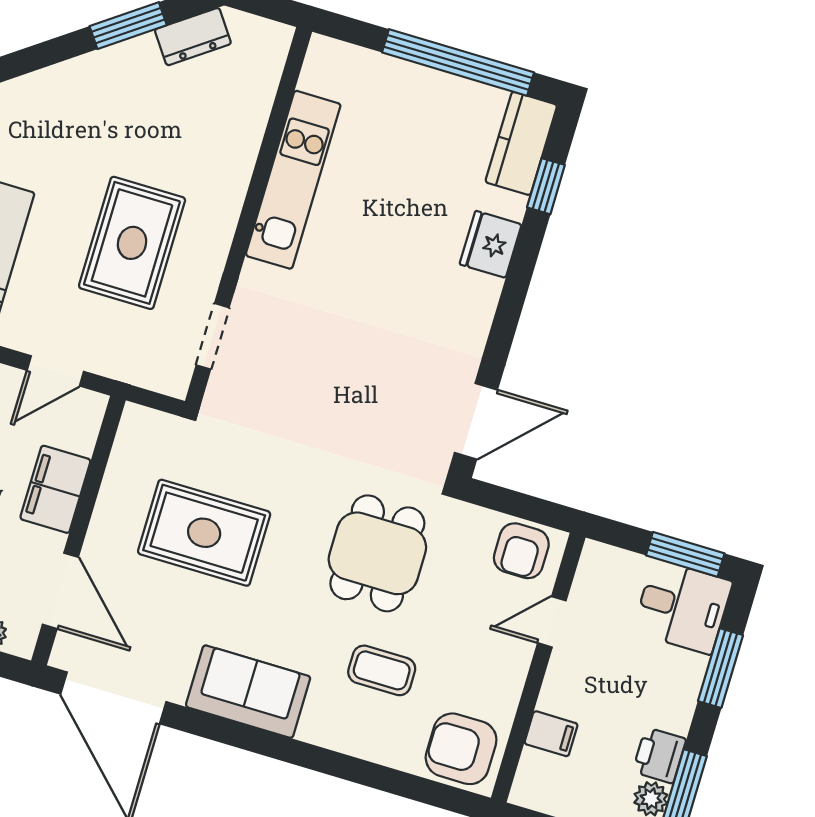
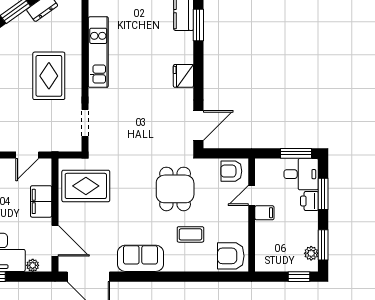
window: (546, 186) -> (198, 25), width x1.50
rug: (132, 243) -> (49, 76), moved
fridge: (491, 244) -> (183, 76), moved
rug: (204, 533) -> (86, 186), moved
armchair: (521, 551) -> (231, 171), turned 90
filing cabinet: (551, 734) -> (264, 213), moved
printer: (659, 755) -> (309, 201), moved

